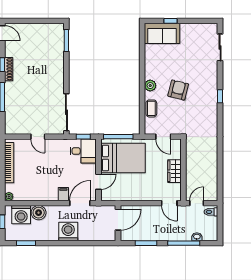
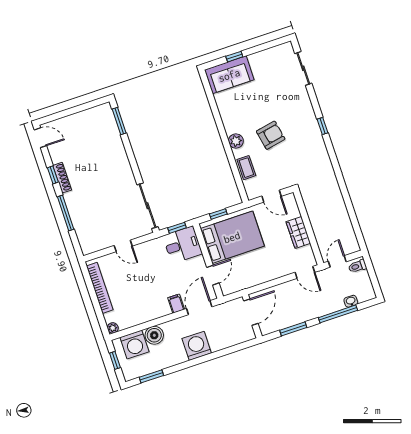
armchair: (178, 90) -> (271, 135), turned 65
window: (118, 137) -> (218, 214), width x0.46

